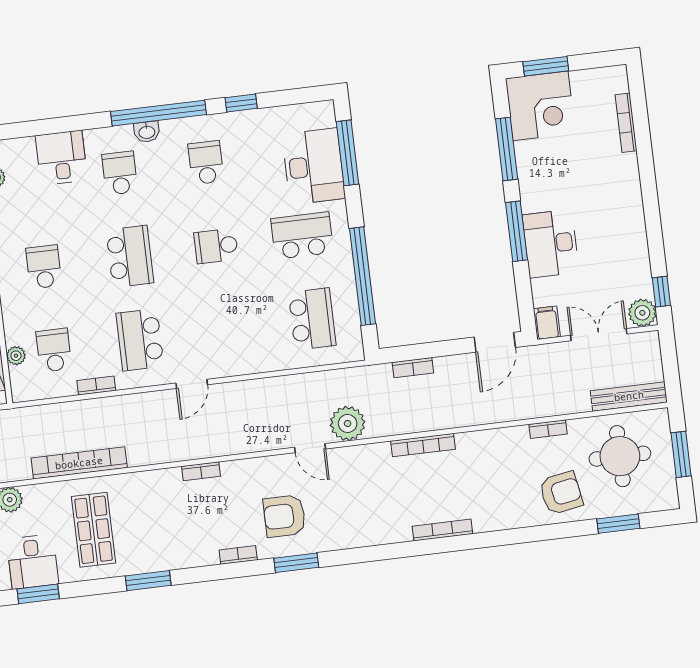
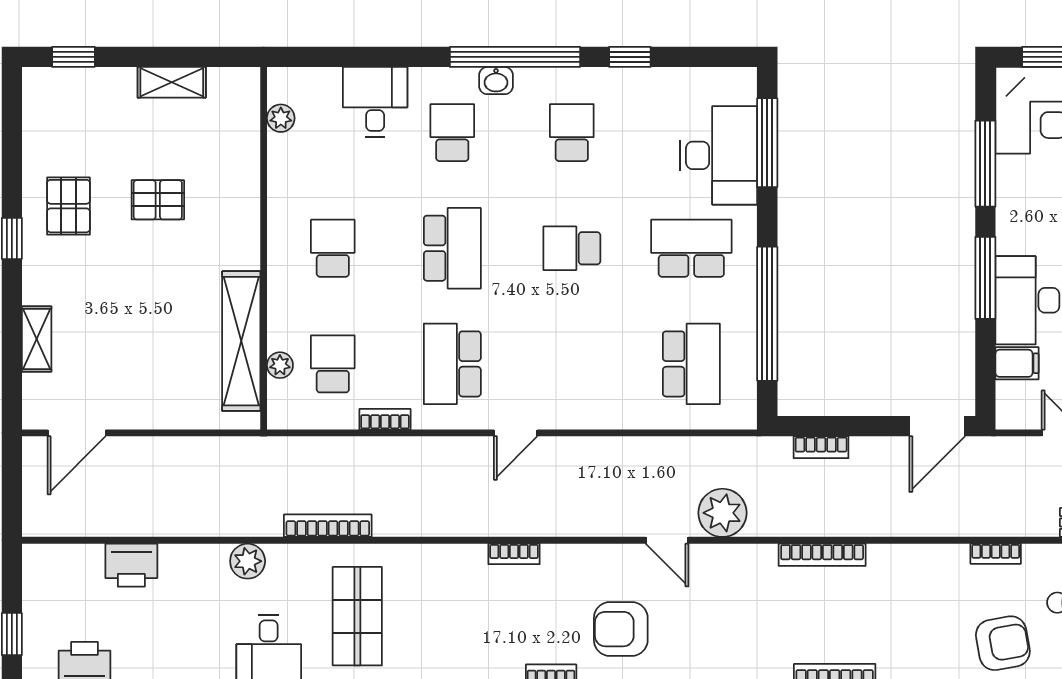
filing cabinet: (547, 323) -> (1017, 363), moved, turned 90
bookcase: (79, 463) -> (328, 526), width x0.68, depth x0.76

